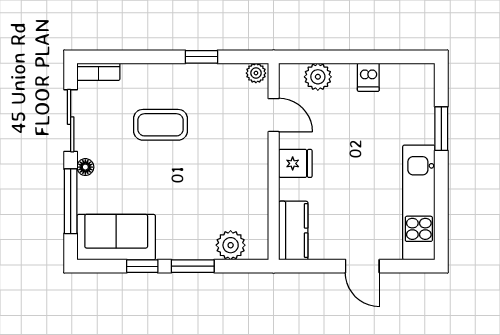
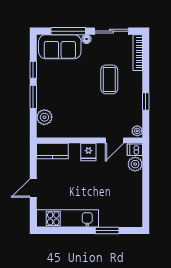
bookcase: (98, 72) -> (138, 53), width x1.56
dishwasher: (368, 77) -> (135, 150), moved
sofa: (116, 237) -> (60, 47), moved, turned 90

